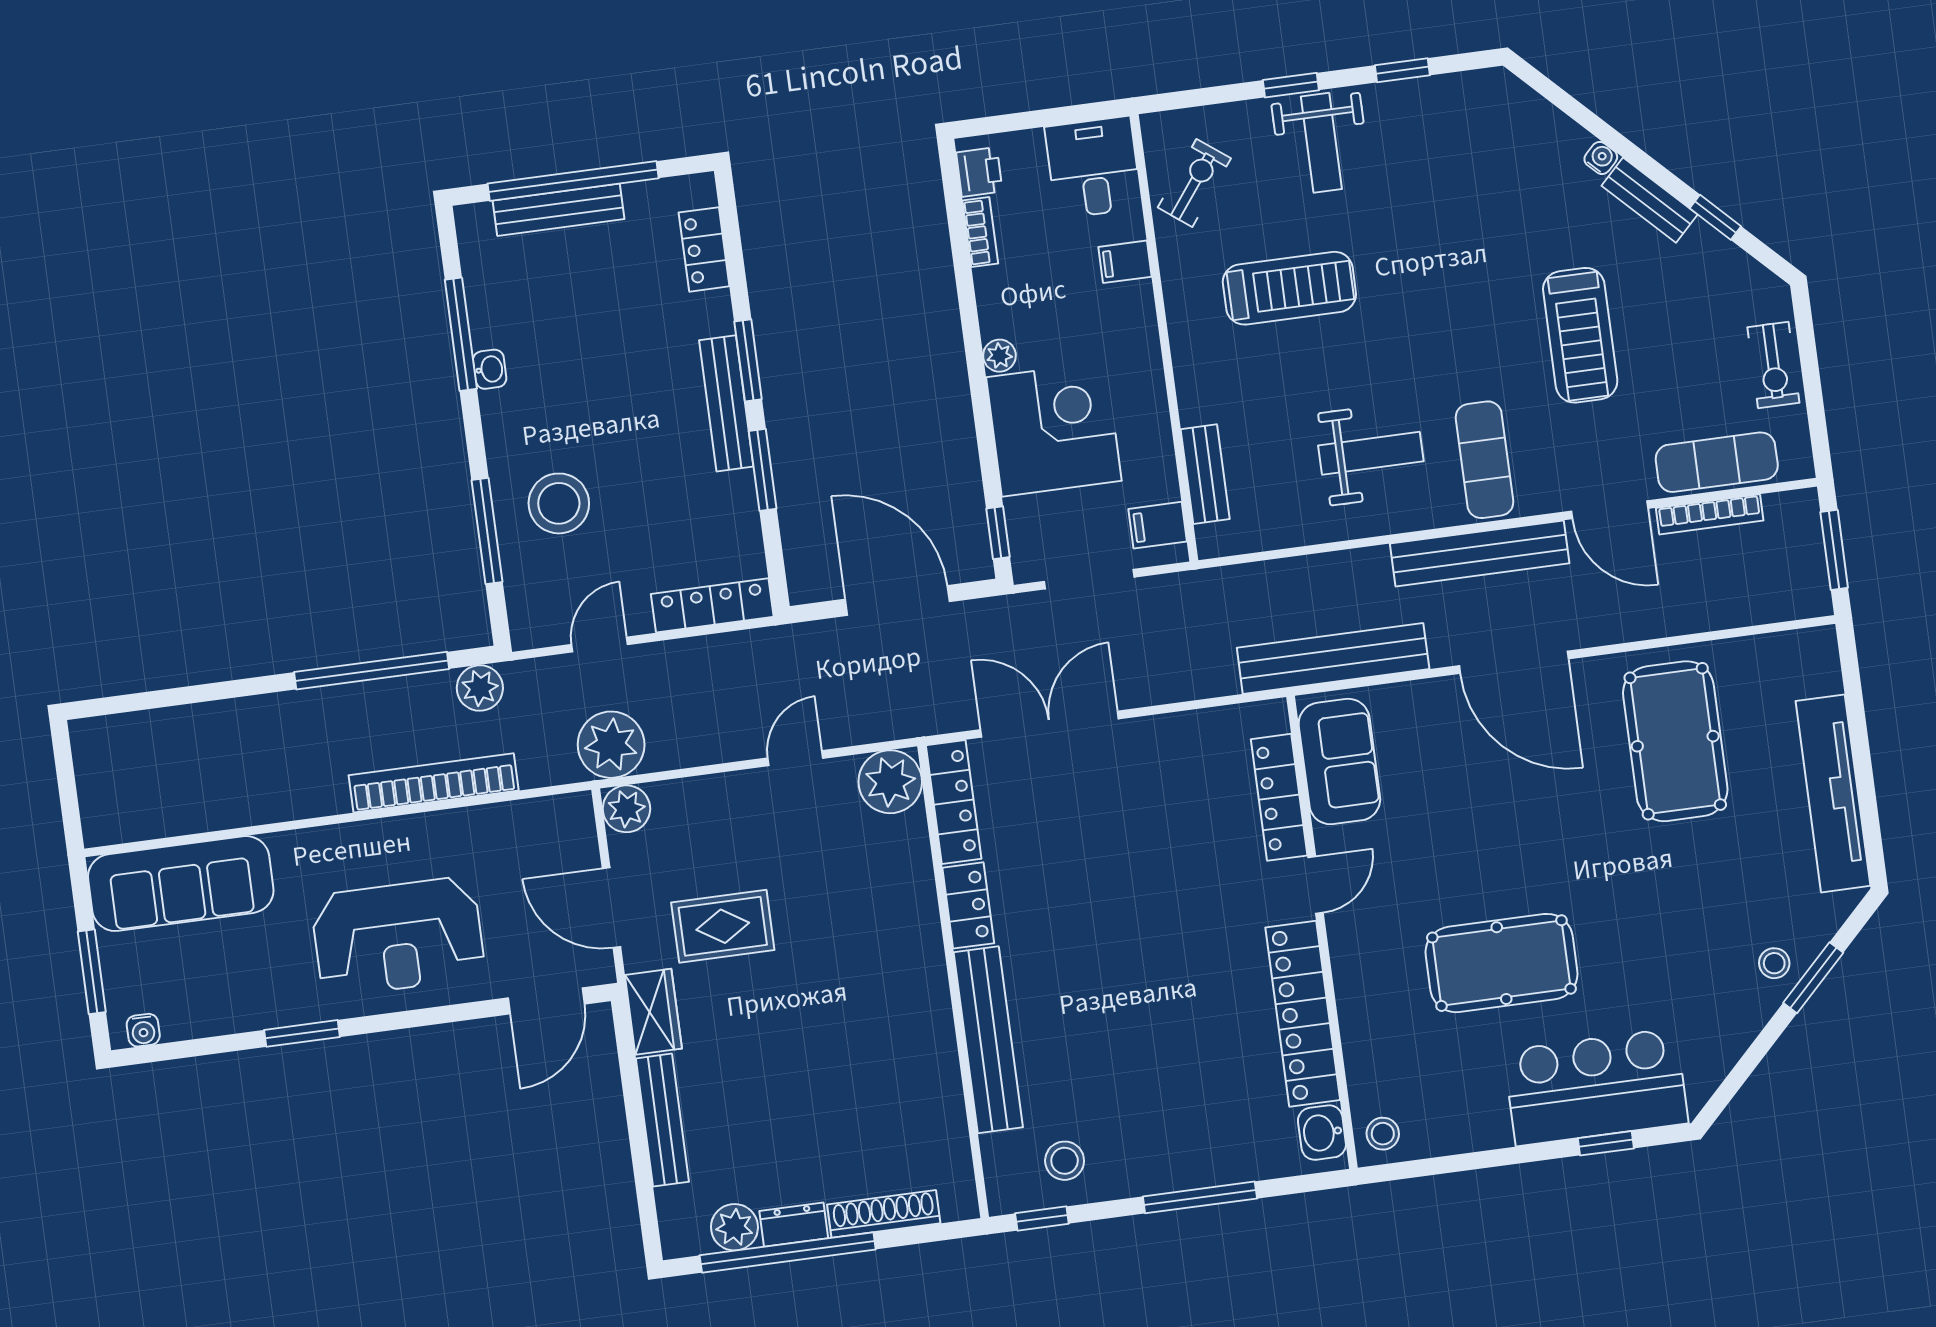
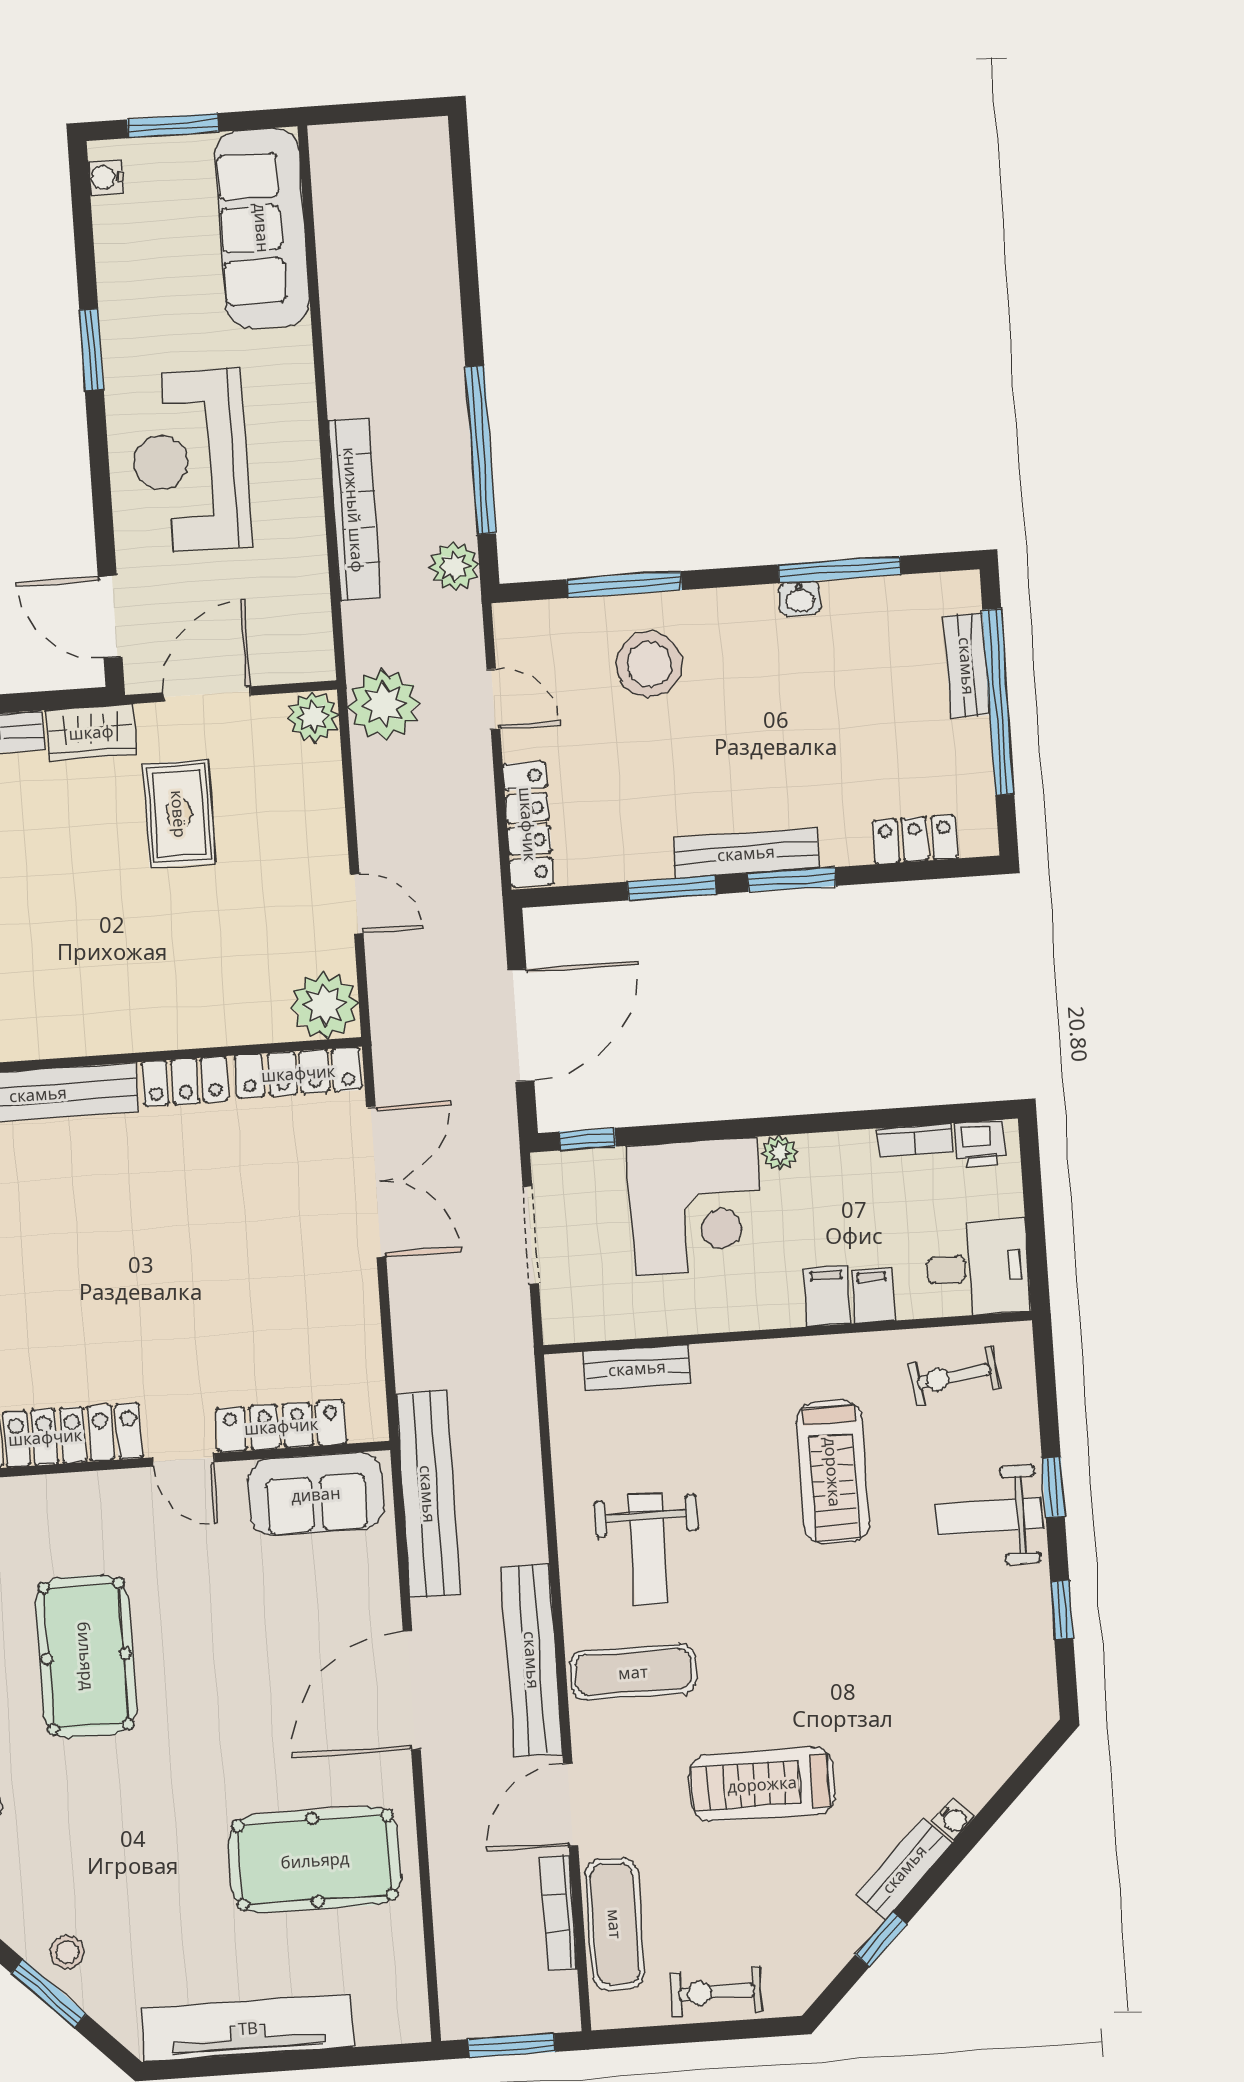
exercise bike: (1194, 183) -> (954, 1376), turned 135
bench: (559, 210) -> (967, 666), width x0.73
filing cabinet: (1158, 525) -> (827, 1296), moved

